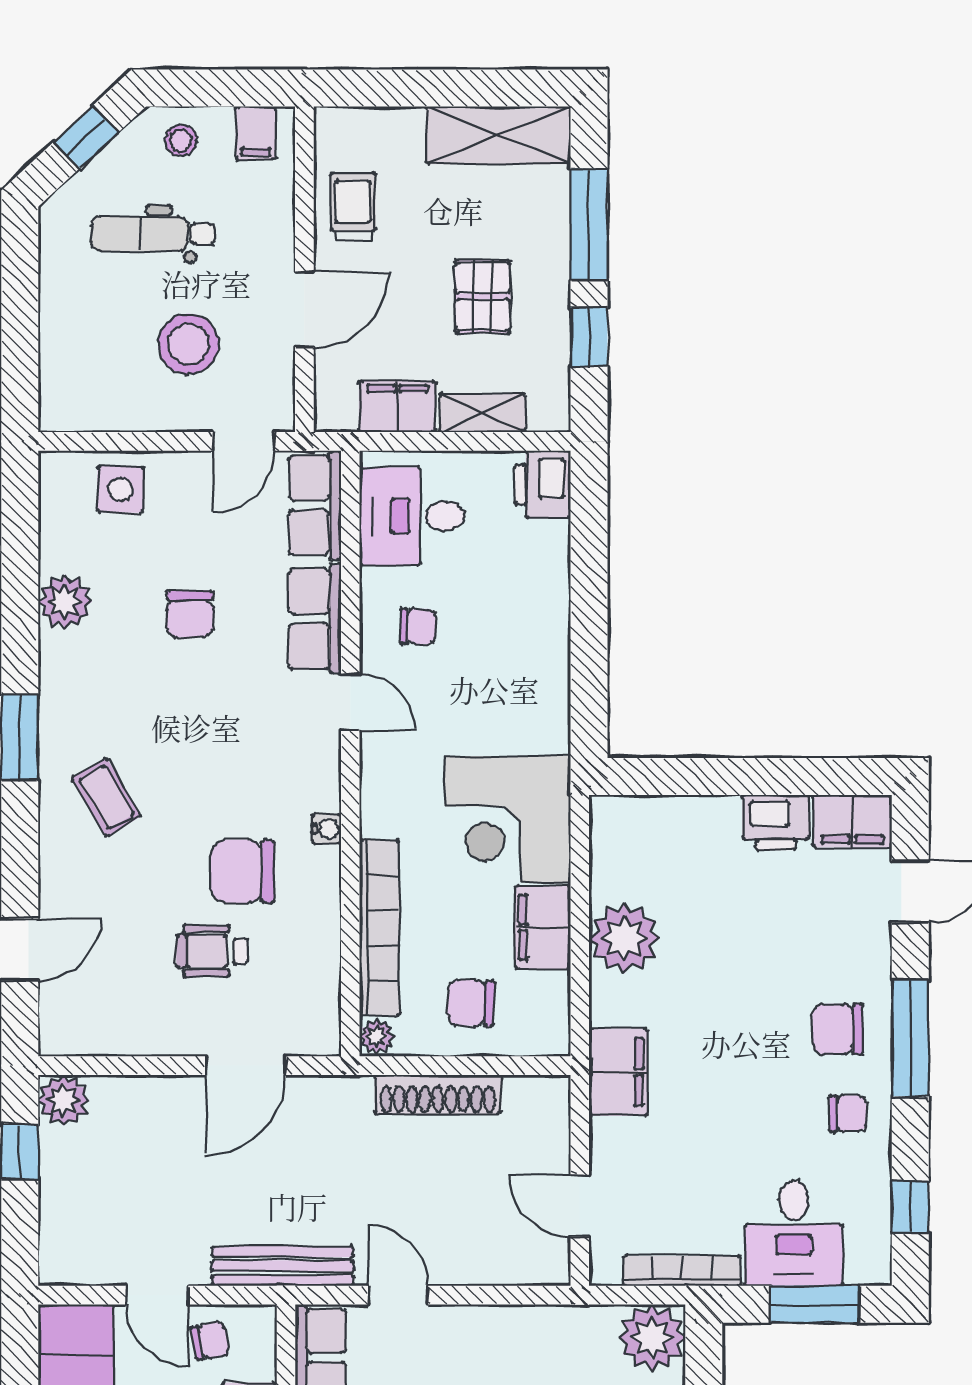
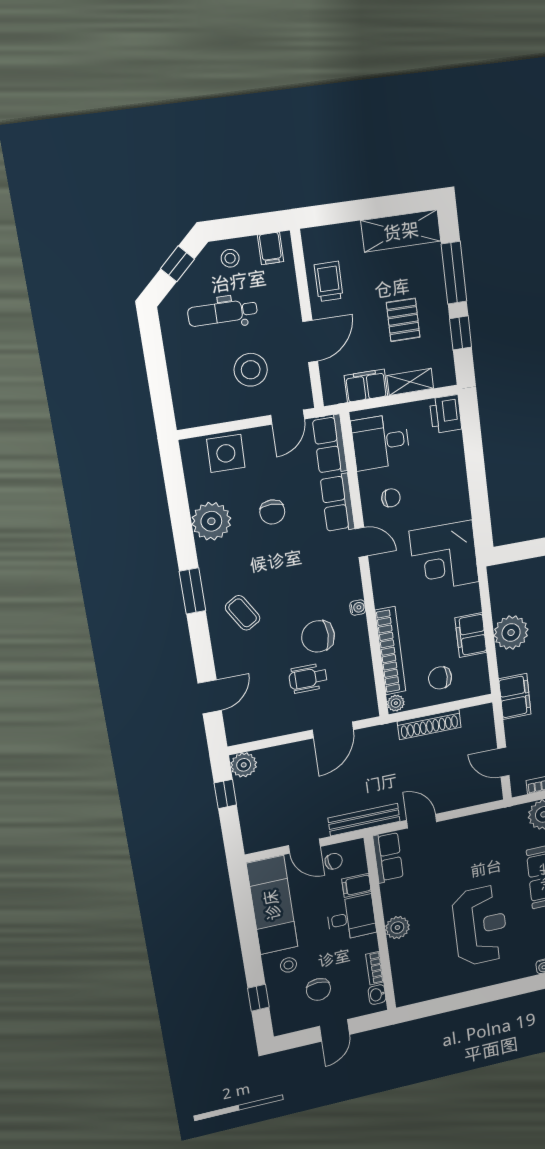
side table: (120, 489) -> (226, 453), width x1.37, depth x1.37
plant: (65, 602) -> (211, 521), width x1.36, depth x1.36
corner desk: (508, 819) -> (444, 557), moved

